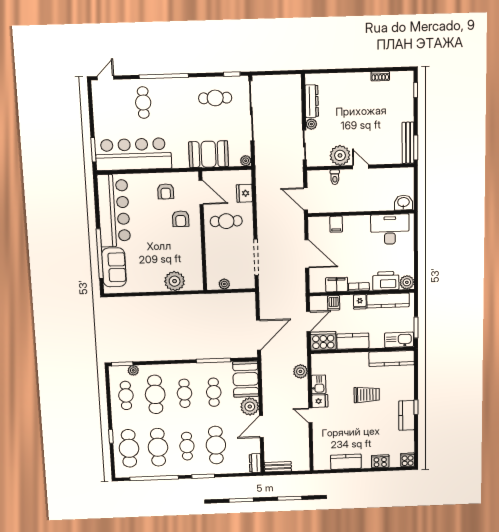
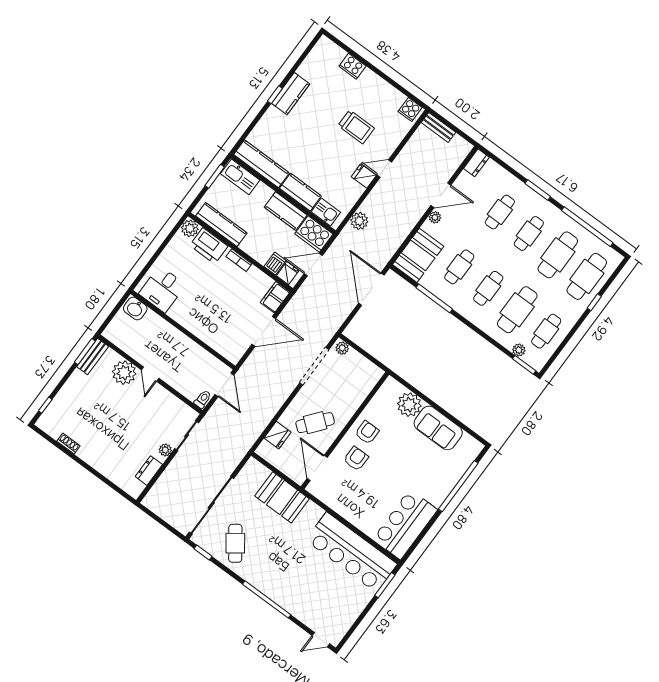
cafe table: (215, 98) -> (235, 543), turned 54
dresser: (312, 101) -> (149, 471), width x0.70
cafe table: (143, 103) -> (304, 591), removed
bench: (408, 143) -> (93, 357), width x0.73
plant: (340, 155) -> (124, 373), moved
plant: (246, 161) -> (252, 464), removed
toilet: (335, 177) -> (203, 399), moved
armchair: (166, 191) -> (367, 432), moved
bar counter: (114, 211) -> (405, 524), width x0.73
cafe table: (226, 221) -> (315, 423), turned -51
filing cabinet: (336, 224) -> (214, 338), removed
desk: (390, 229) -> (162, 289), width x0.73
door: (307, 254) -> (264, 331), swing flipped
sofa: (114, 267) -> (438, 428), moved, turned -90
plant: (224, 284) -> (342, 348), moved
filing cabinet: (337, 285) -> (275, 297), moved, turned 90
fridge: (360, 302) -> (288, 273), moved
door: (258, 335) -> (371, 289), hinge flipped
kitchen sink: (319, 384) -> (326, 212), moved, turned 90
trolley: (367, 395) -> (356, 127), moved, turned 180
plant: (250, 407) -> (435, 217), width x0.53, depth x0.53
door: (310, 415) -> (384, 169), swing flipped
cafe table: (216, 445) -> (500, 212), width x0.73, depth x0.74
cooker: (408, 460) -> (410, 109), moved
kitchen counter: (346, 462) -> (300, 192), moved, turned 180
bench: (278, 467) -> (438, 127), moved

